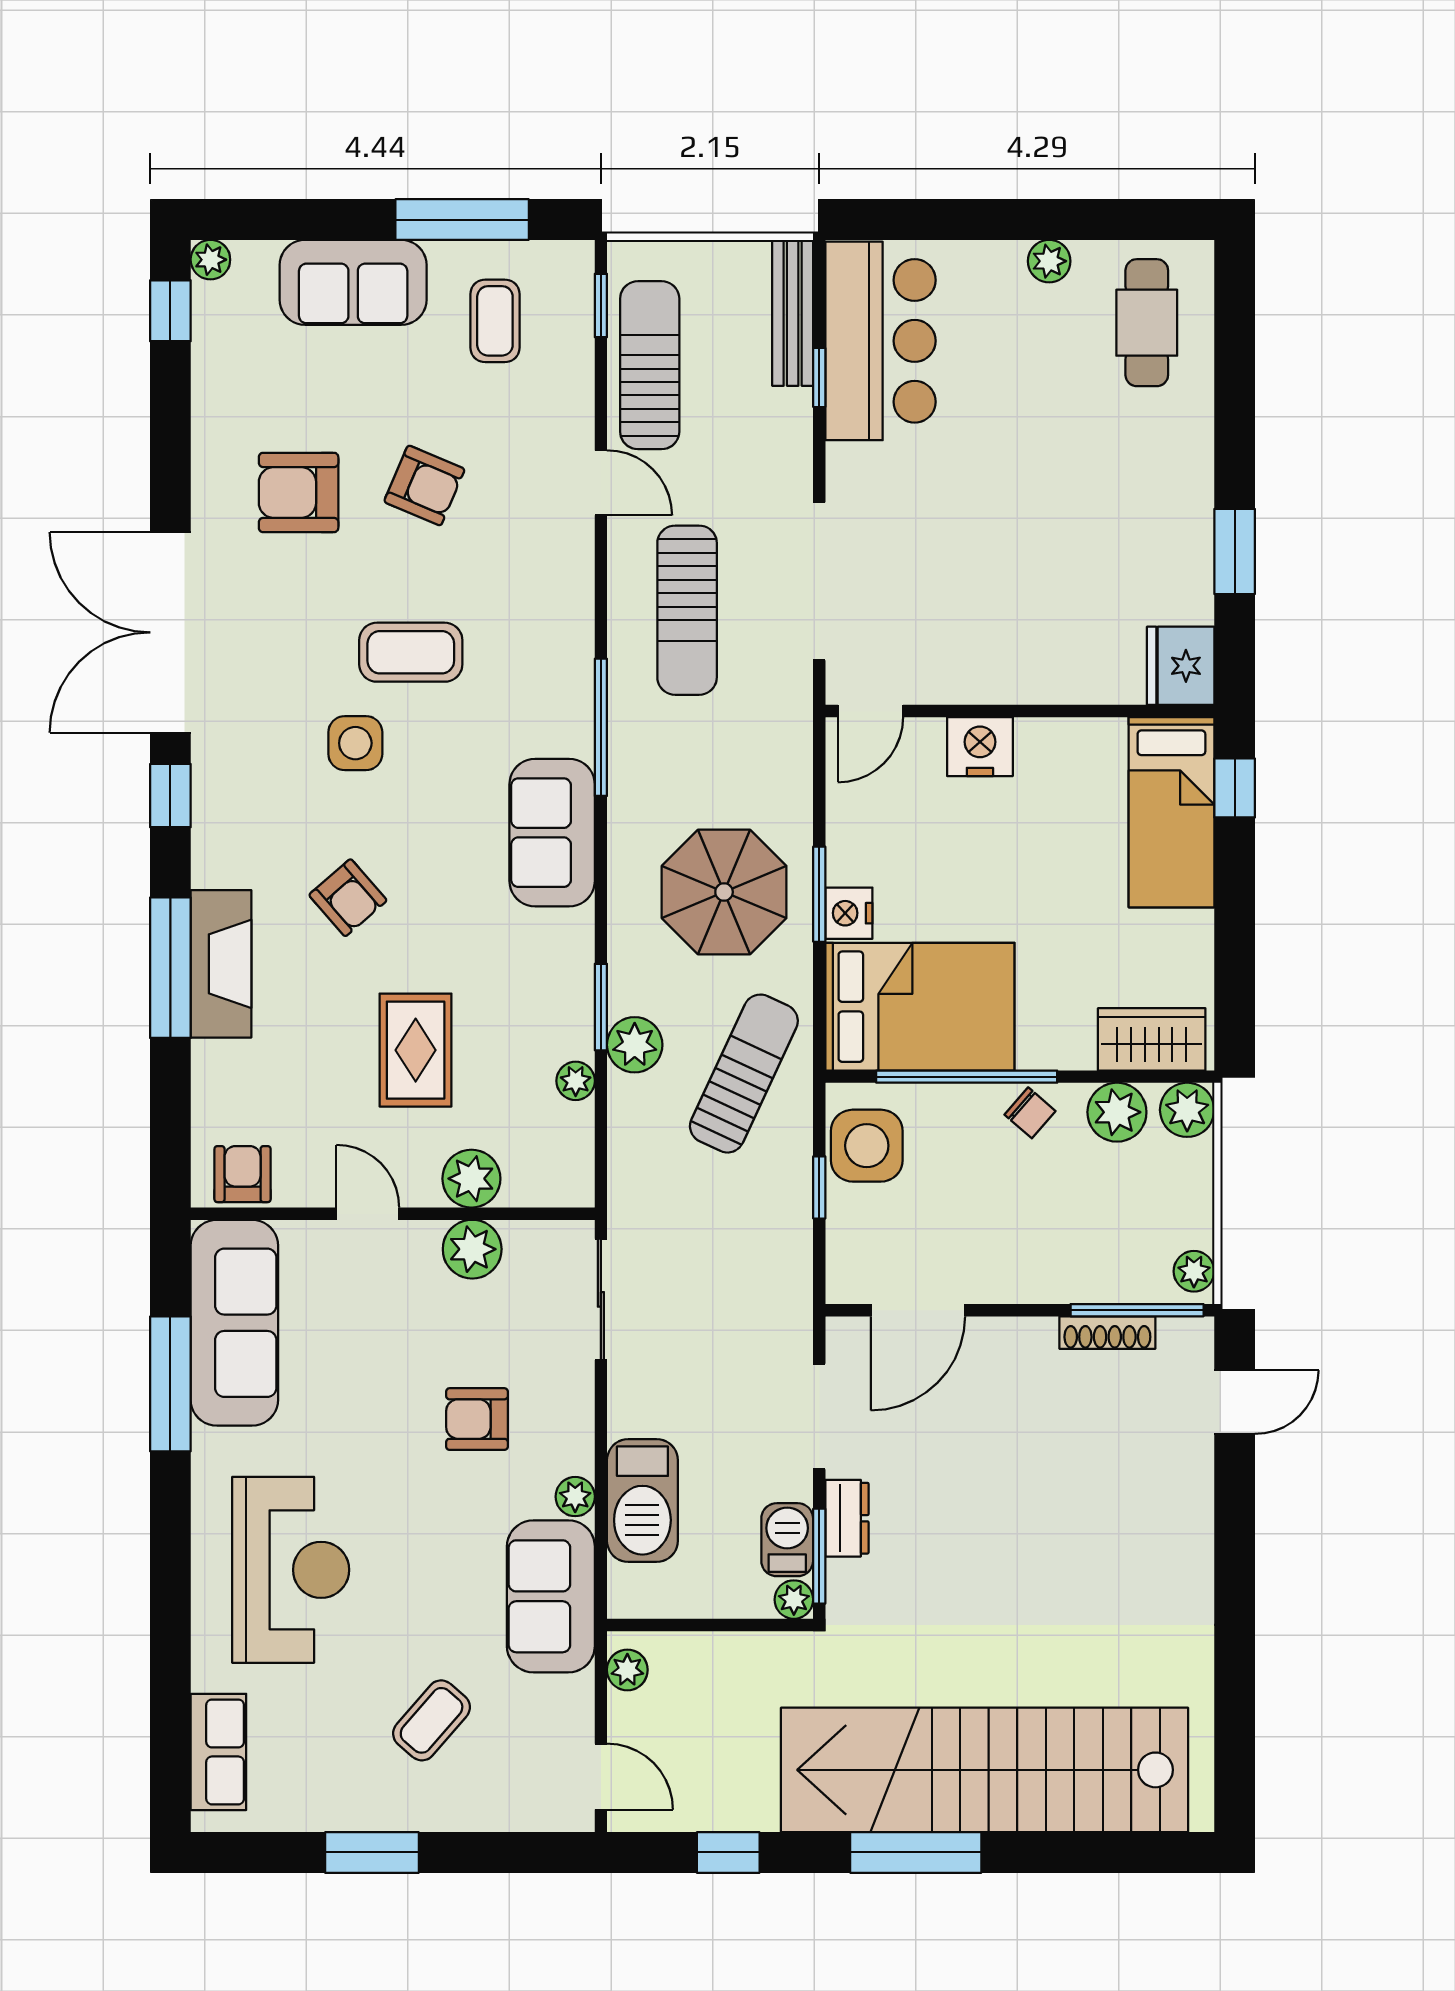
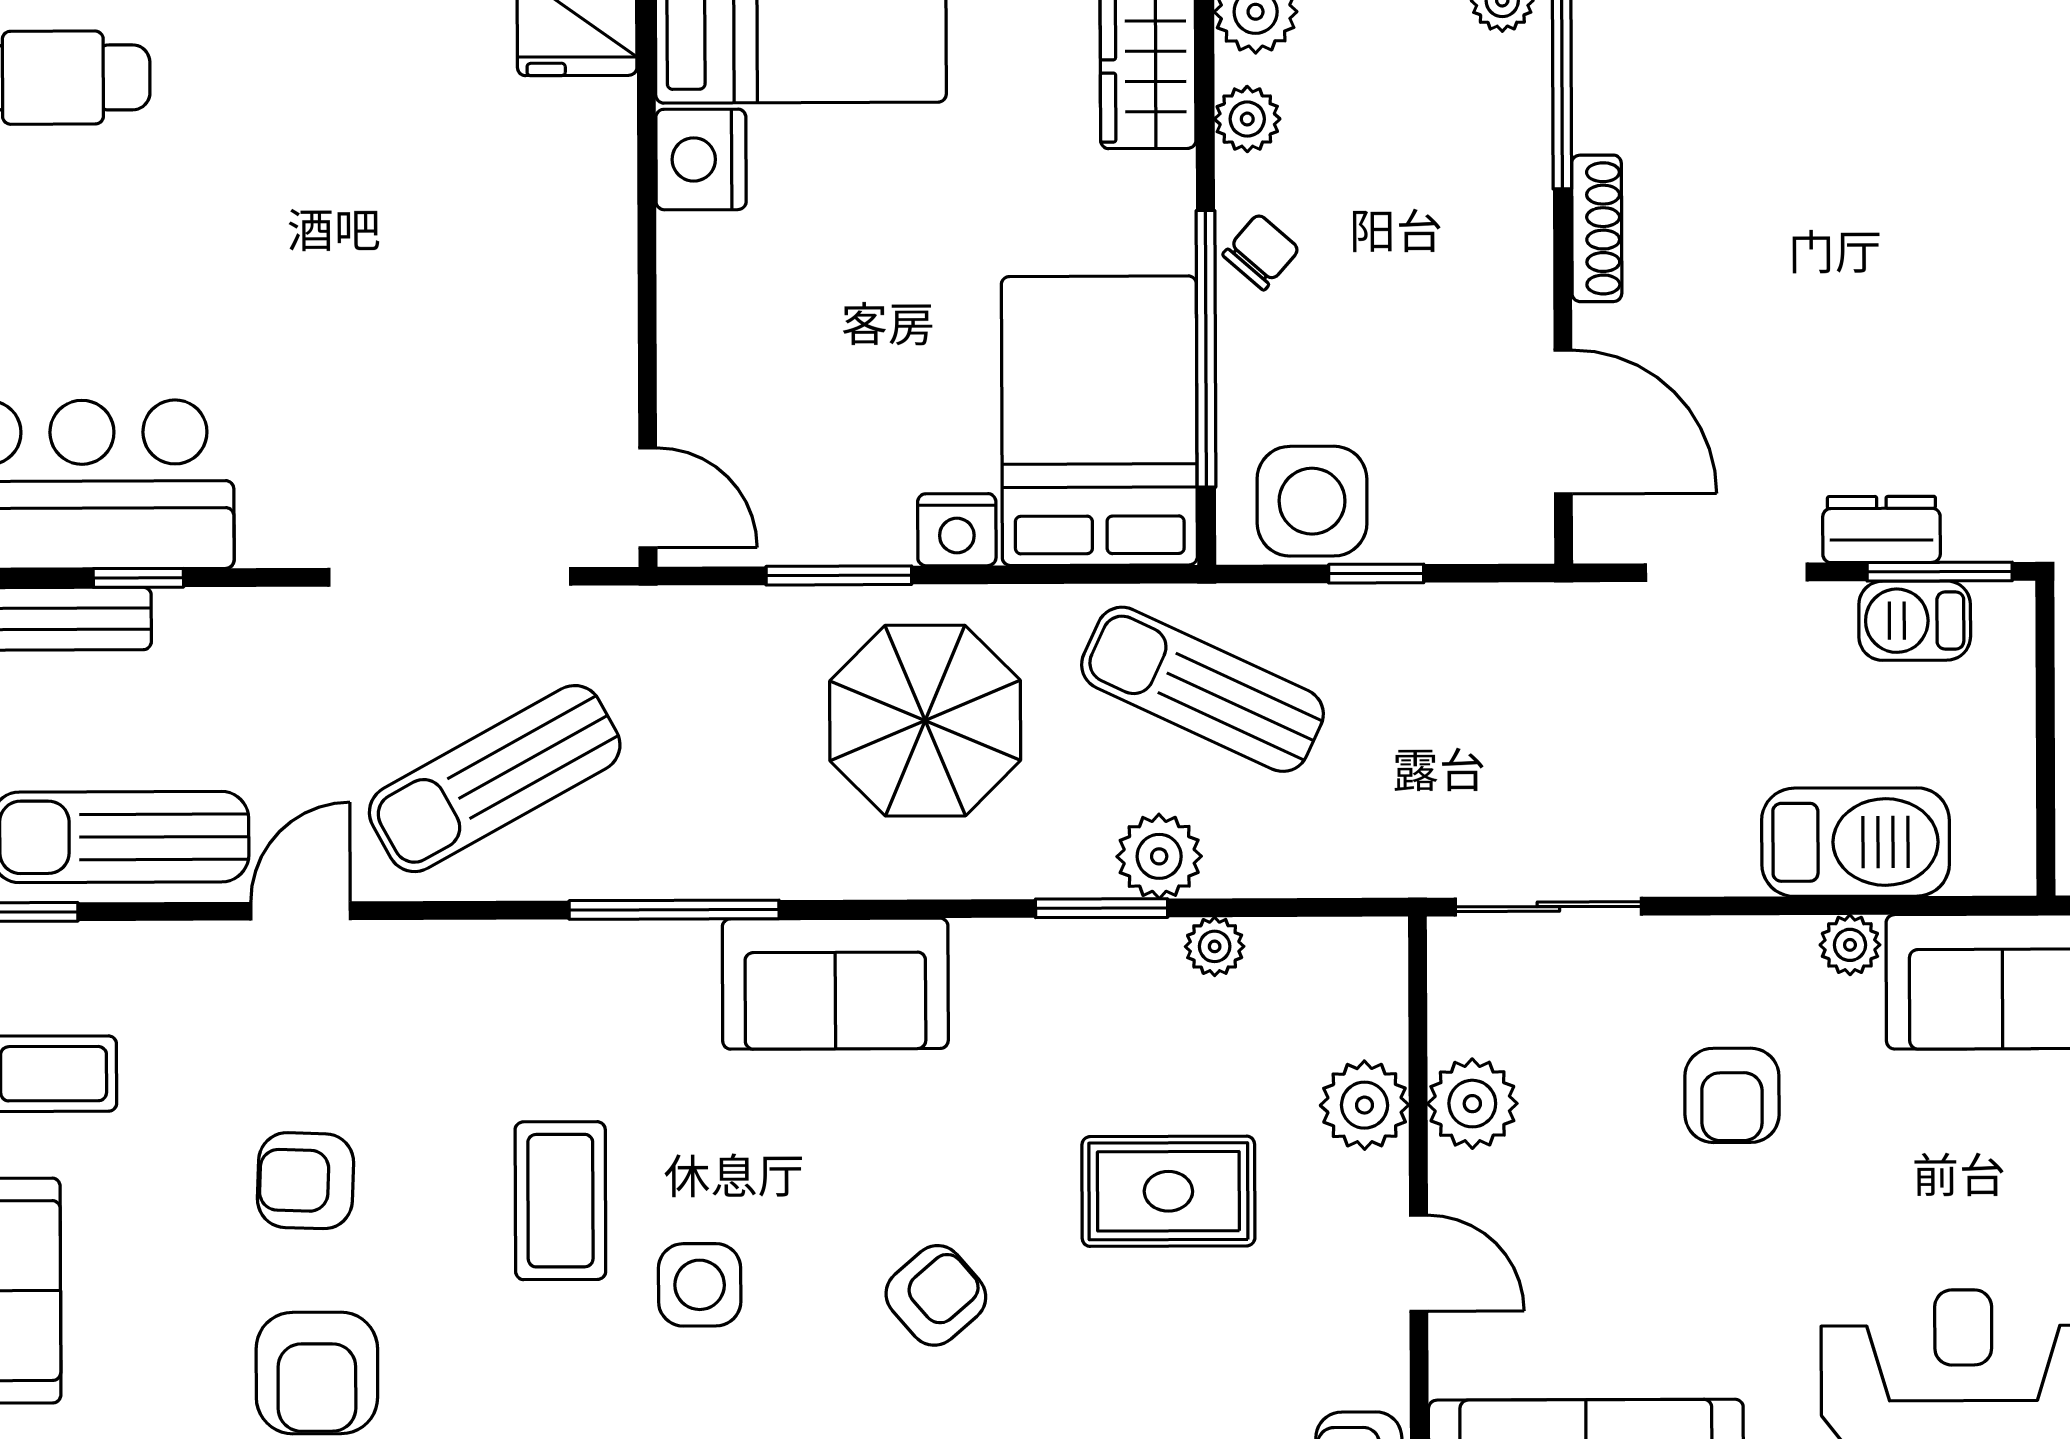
armchair: (424, 485) -> (305, 1181), turned -111
sun lounger: (687, 610) -> (495, 779), turned 151
nightstand: (980, 747) -> (701, 159), moved
window: (819, 894) -> (839, 575), moved
plant: (1117, 1112) -> (1247, 119), width x0.73, depth x0.73
door: (368, 1214) -> (1419, 1263), swing flipped
shoe rack: (1107, 1333) -> (1597, 228), moved
plant: (794, 1600) -> (2006, 610), removed

